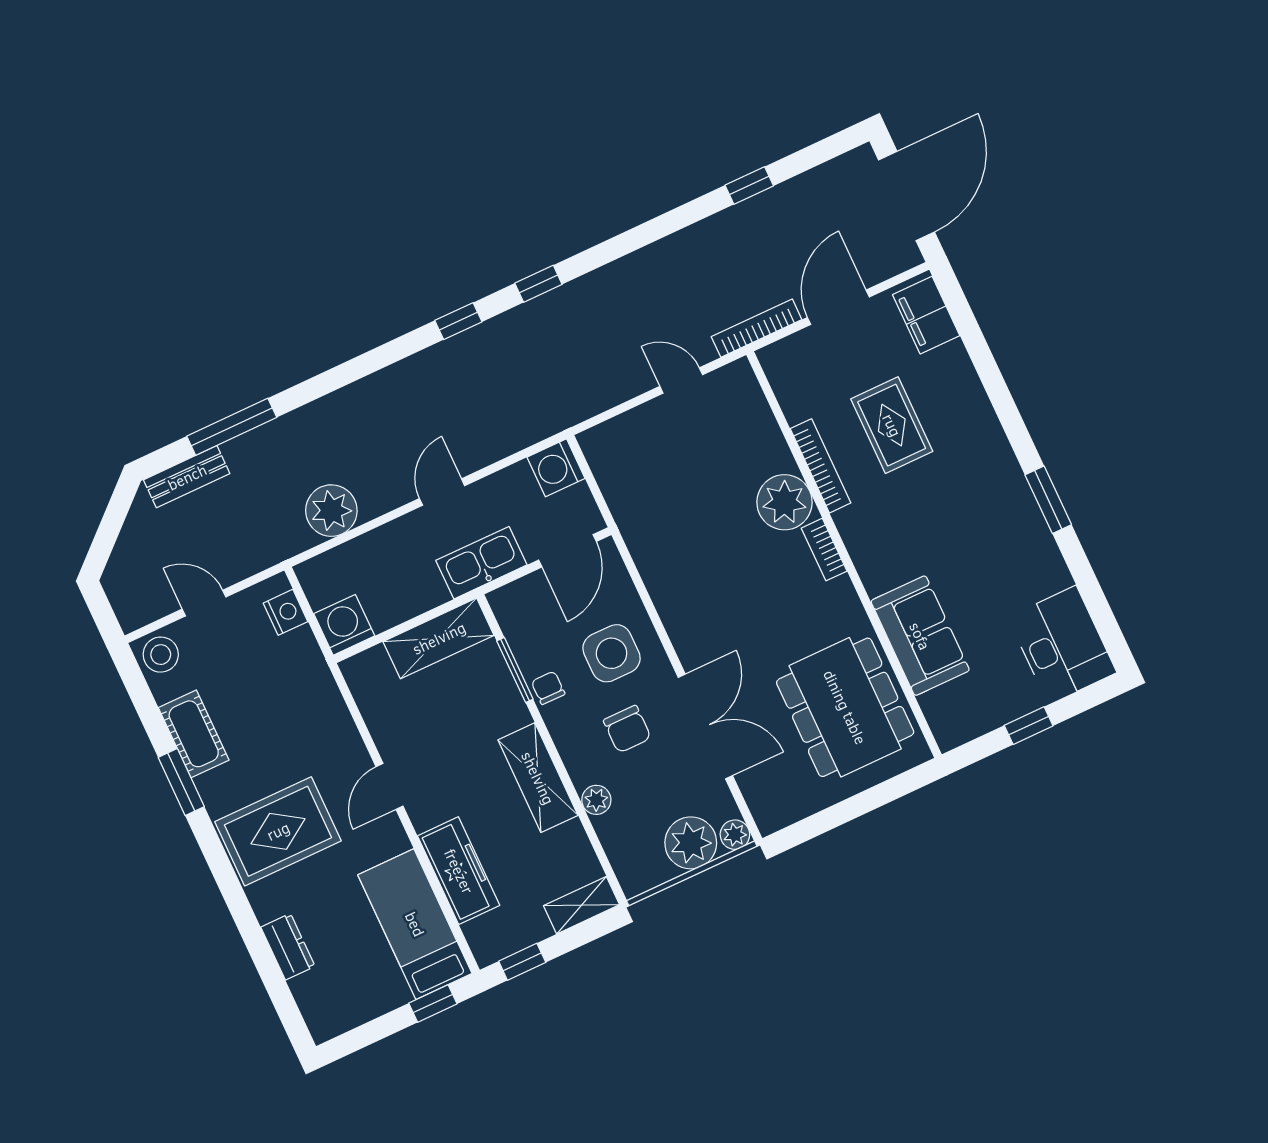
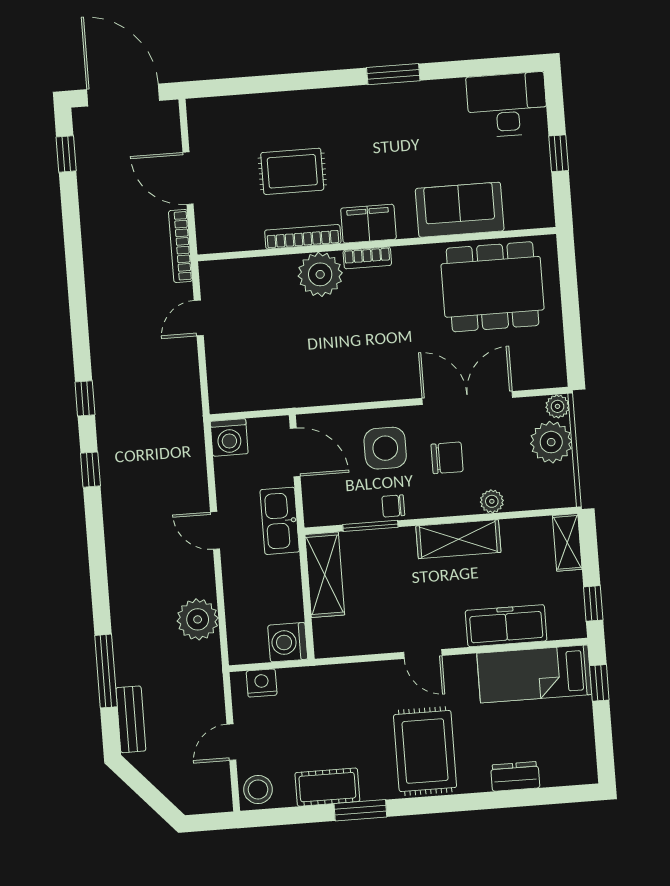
window: (749, 185) -> (66, 154), moved
filing cabinet: (926, 315) -> (368, 224), moved, turned 180

